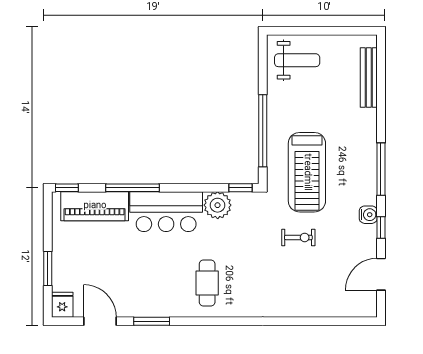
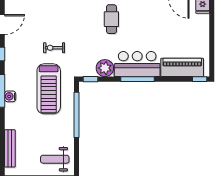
treadmill: (307, 172) -> (49, 89), turned 180
window: (132, 188) -> (137, 79), moved
water cooler: (368, 215) -> (10, 96), moved
window: (48, 269) -> (212, 28), removed

